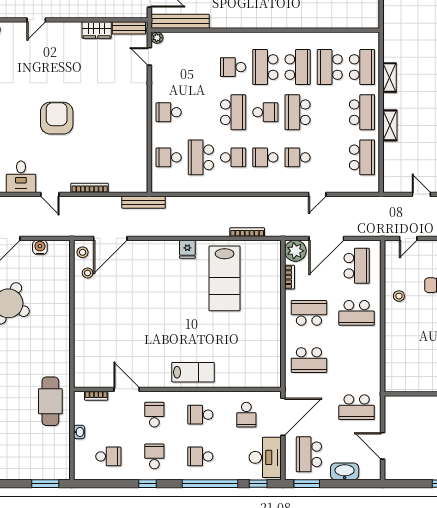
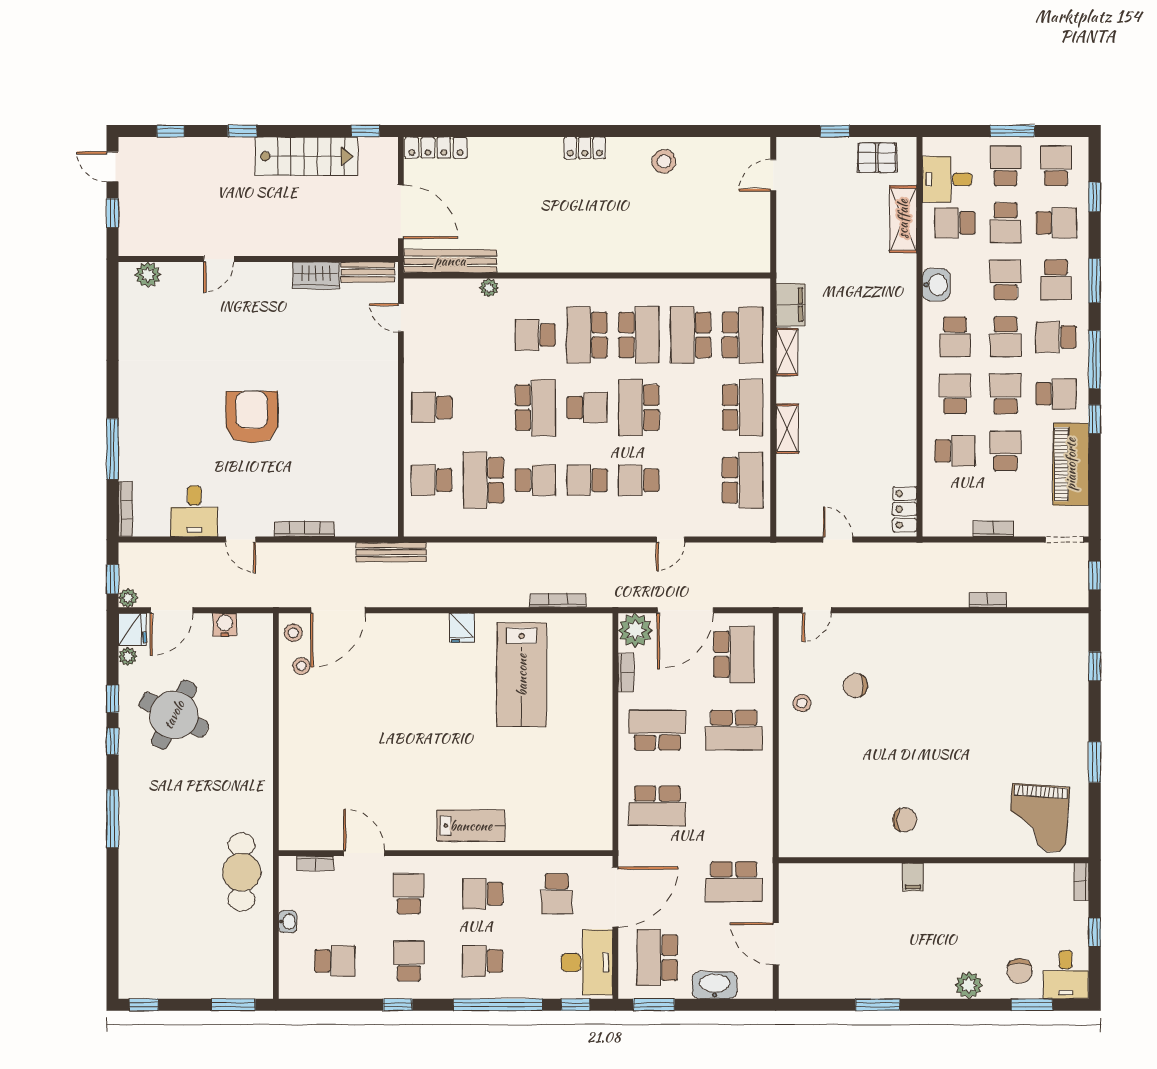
plant: (157, 38) -> (489, 288), moved
filing cabinet: (392, 48) -> (790, 305), added

